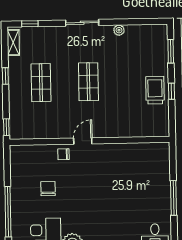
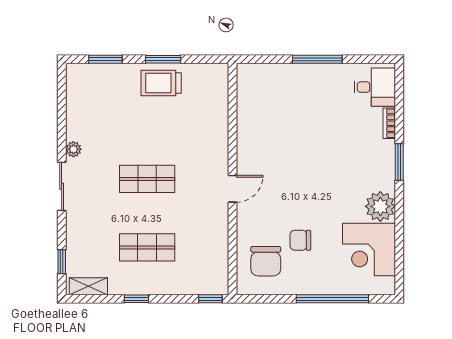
plant: (119, 30) -> (73, 149), moved
window: (171, 91) -> (163, 59), width x1.50
door: (83, 141) -> (232, 189), swing flipped
chair: (63, 154) -> (266, 261), moved, width x1.87, depth x1.87

